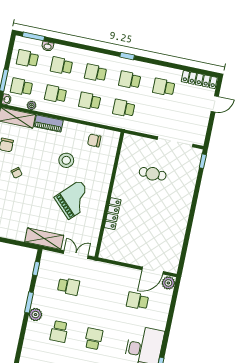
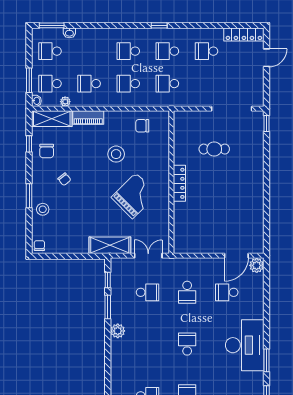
school desk: (61, 66) -> (89, 51), removed
locker: (113, 214) -> (179, 183), moved
window: (29, 302) -> (108, 307), moved
school desk: (59, 332) -> (187, 292), moved

